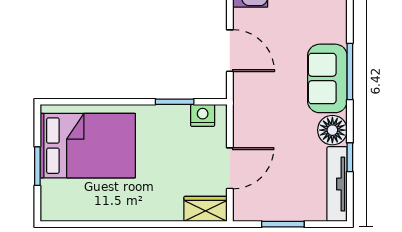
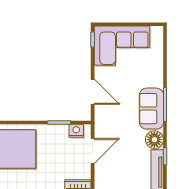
door: (230, 168) -> (93, 151), moved

